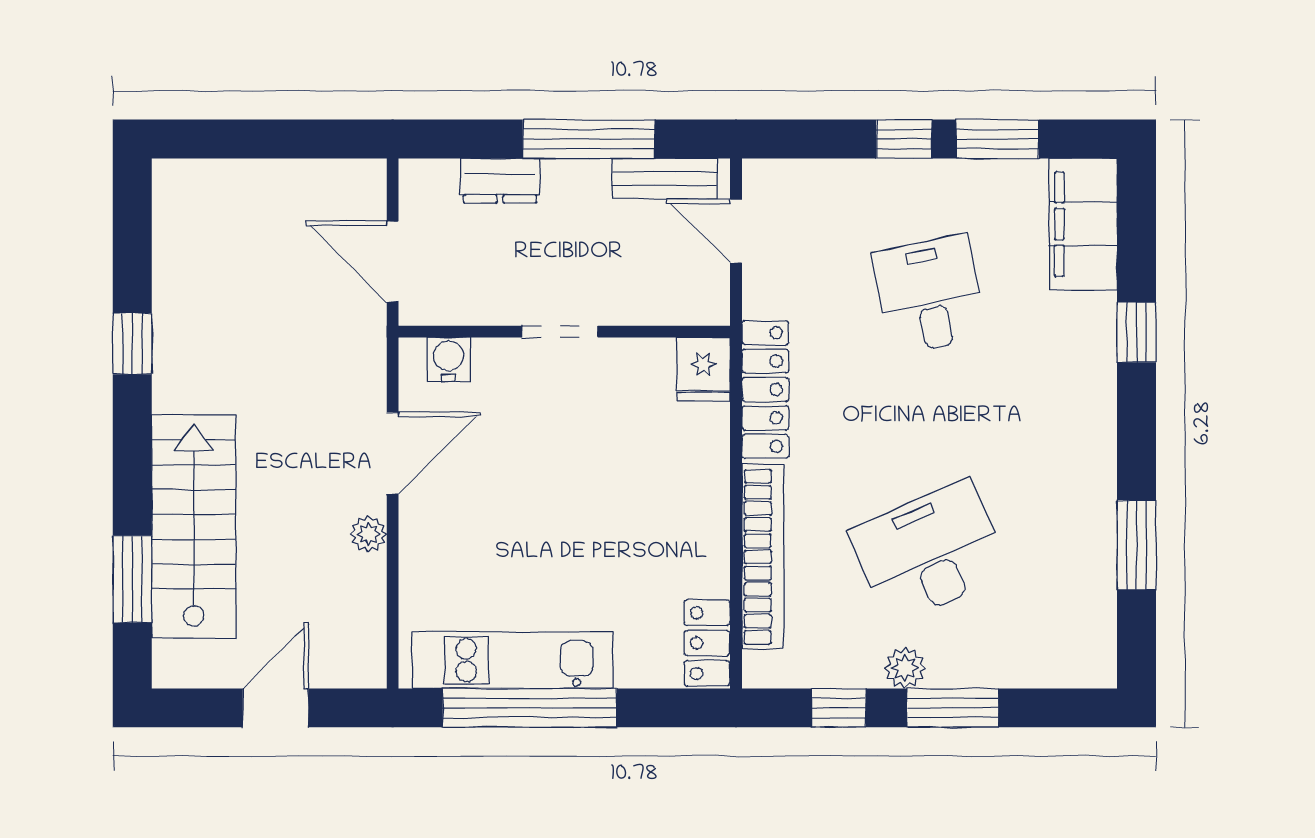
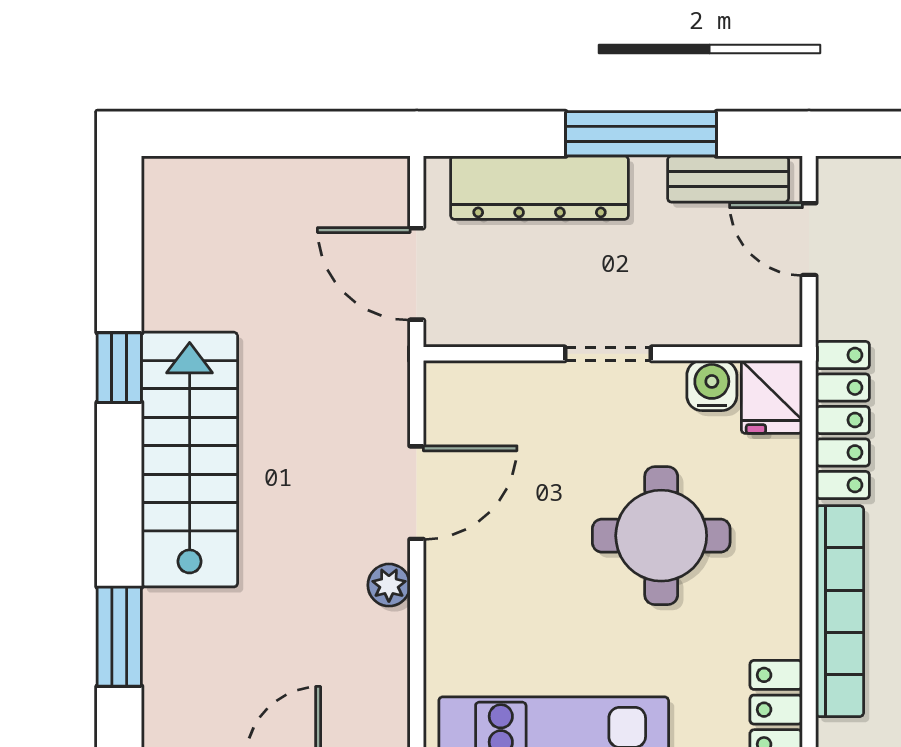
dresser: (500, 181) -> (539, 188), width x1.96, depth x1.24
water cooler: (449, 359) -> (712, 385), moved
round table: (607, 491) -> (661, 536), added
stairs: (194, 527) -> (190, 460), moved

